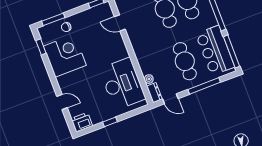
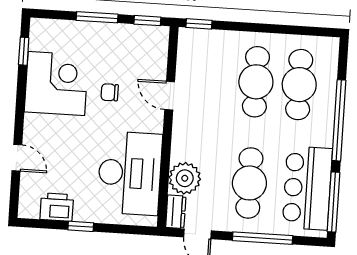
window: (53, 19) -> (97, 17), moved
door: (120, 23) -> (170, 96), moved
chair: (66, 27) -> (110, 92), moved
plant: (149, 79) -> (185, 178), width x1.88, depth x1.88
printer: (82, 122) -> (57, 207), moved

